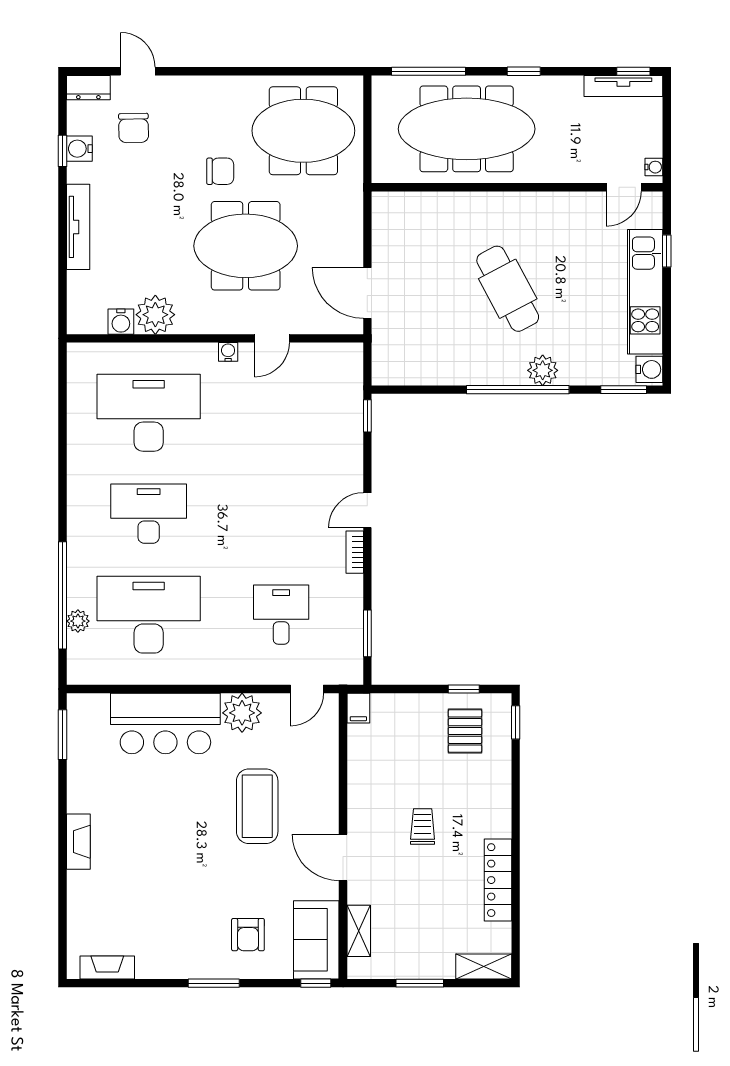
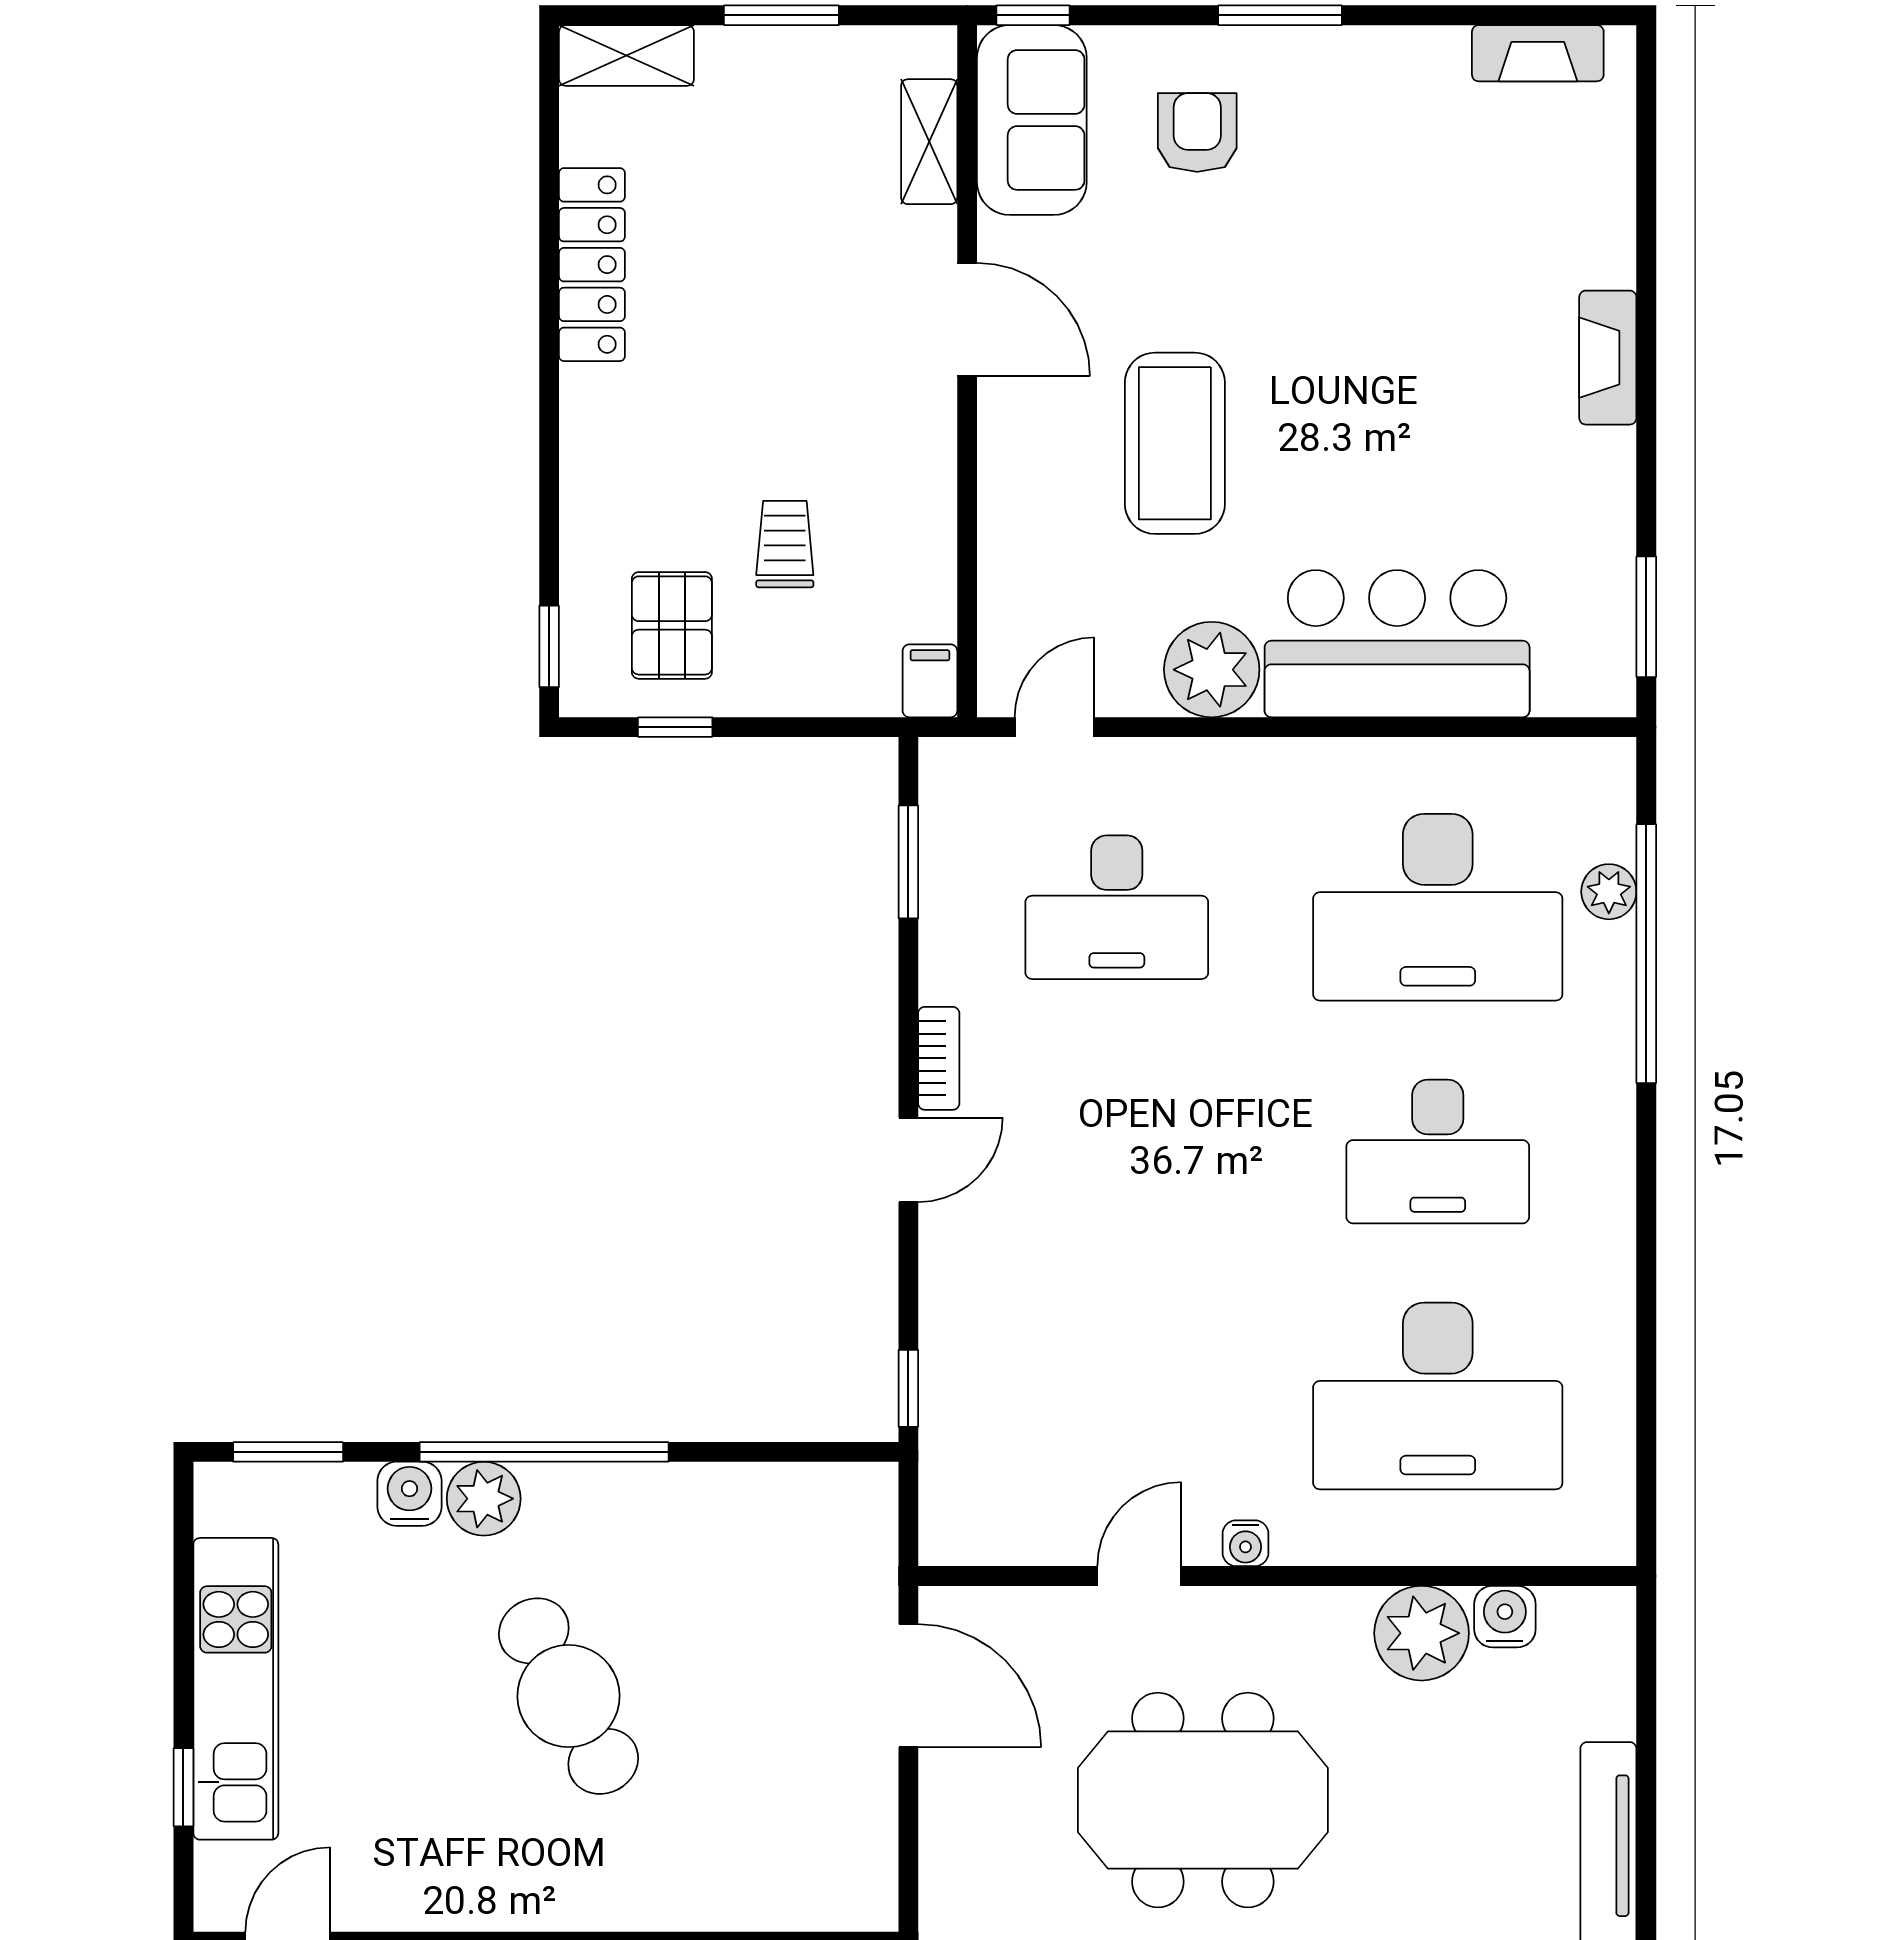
water cooler: (649, 369) -> (409, 1494), moved, turned 90
desk: (281, 615) -> (1117, 907), width x1.37
trolley: (423, 826) -> (785, 544), moved, turned 180

